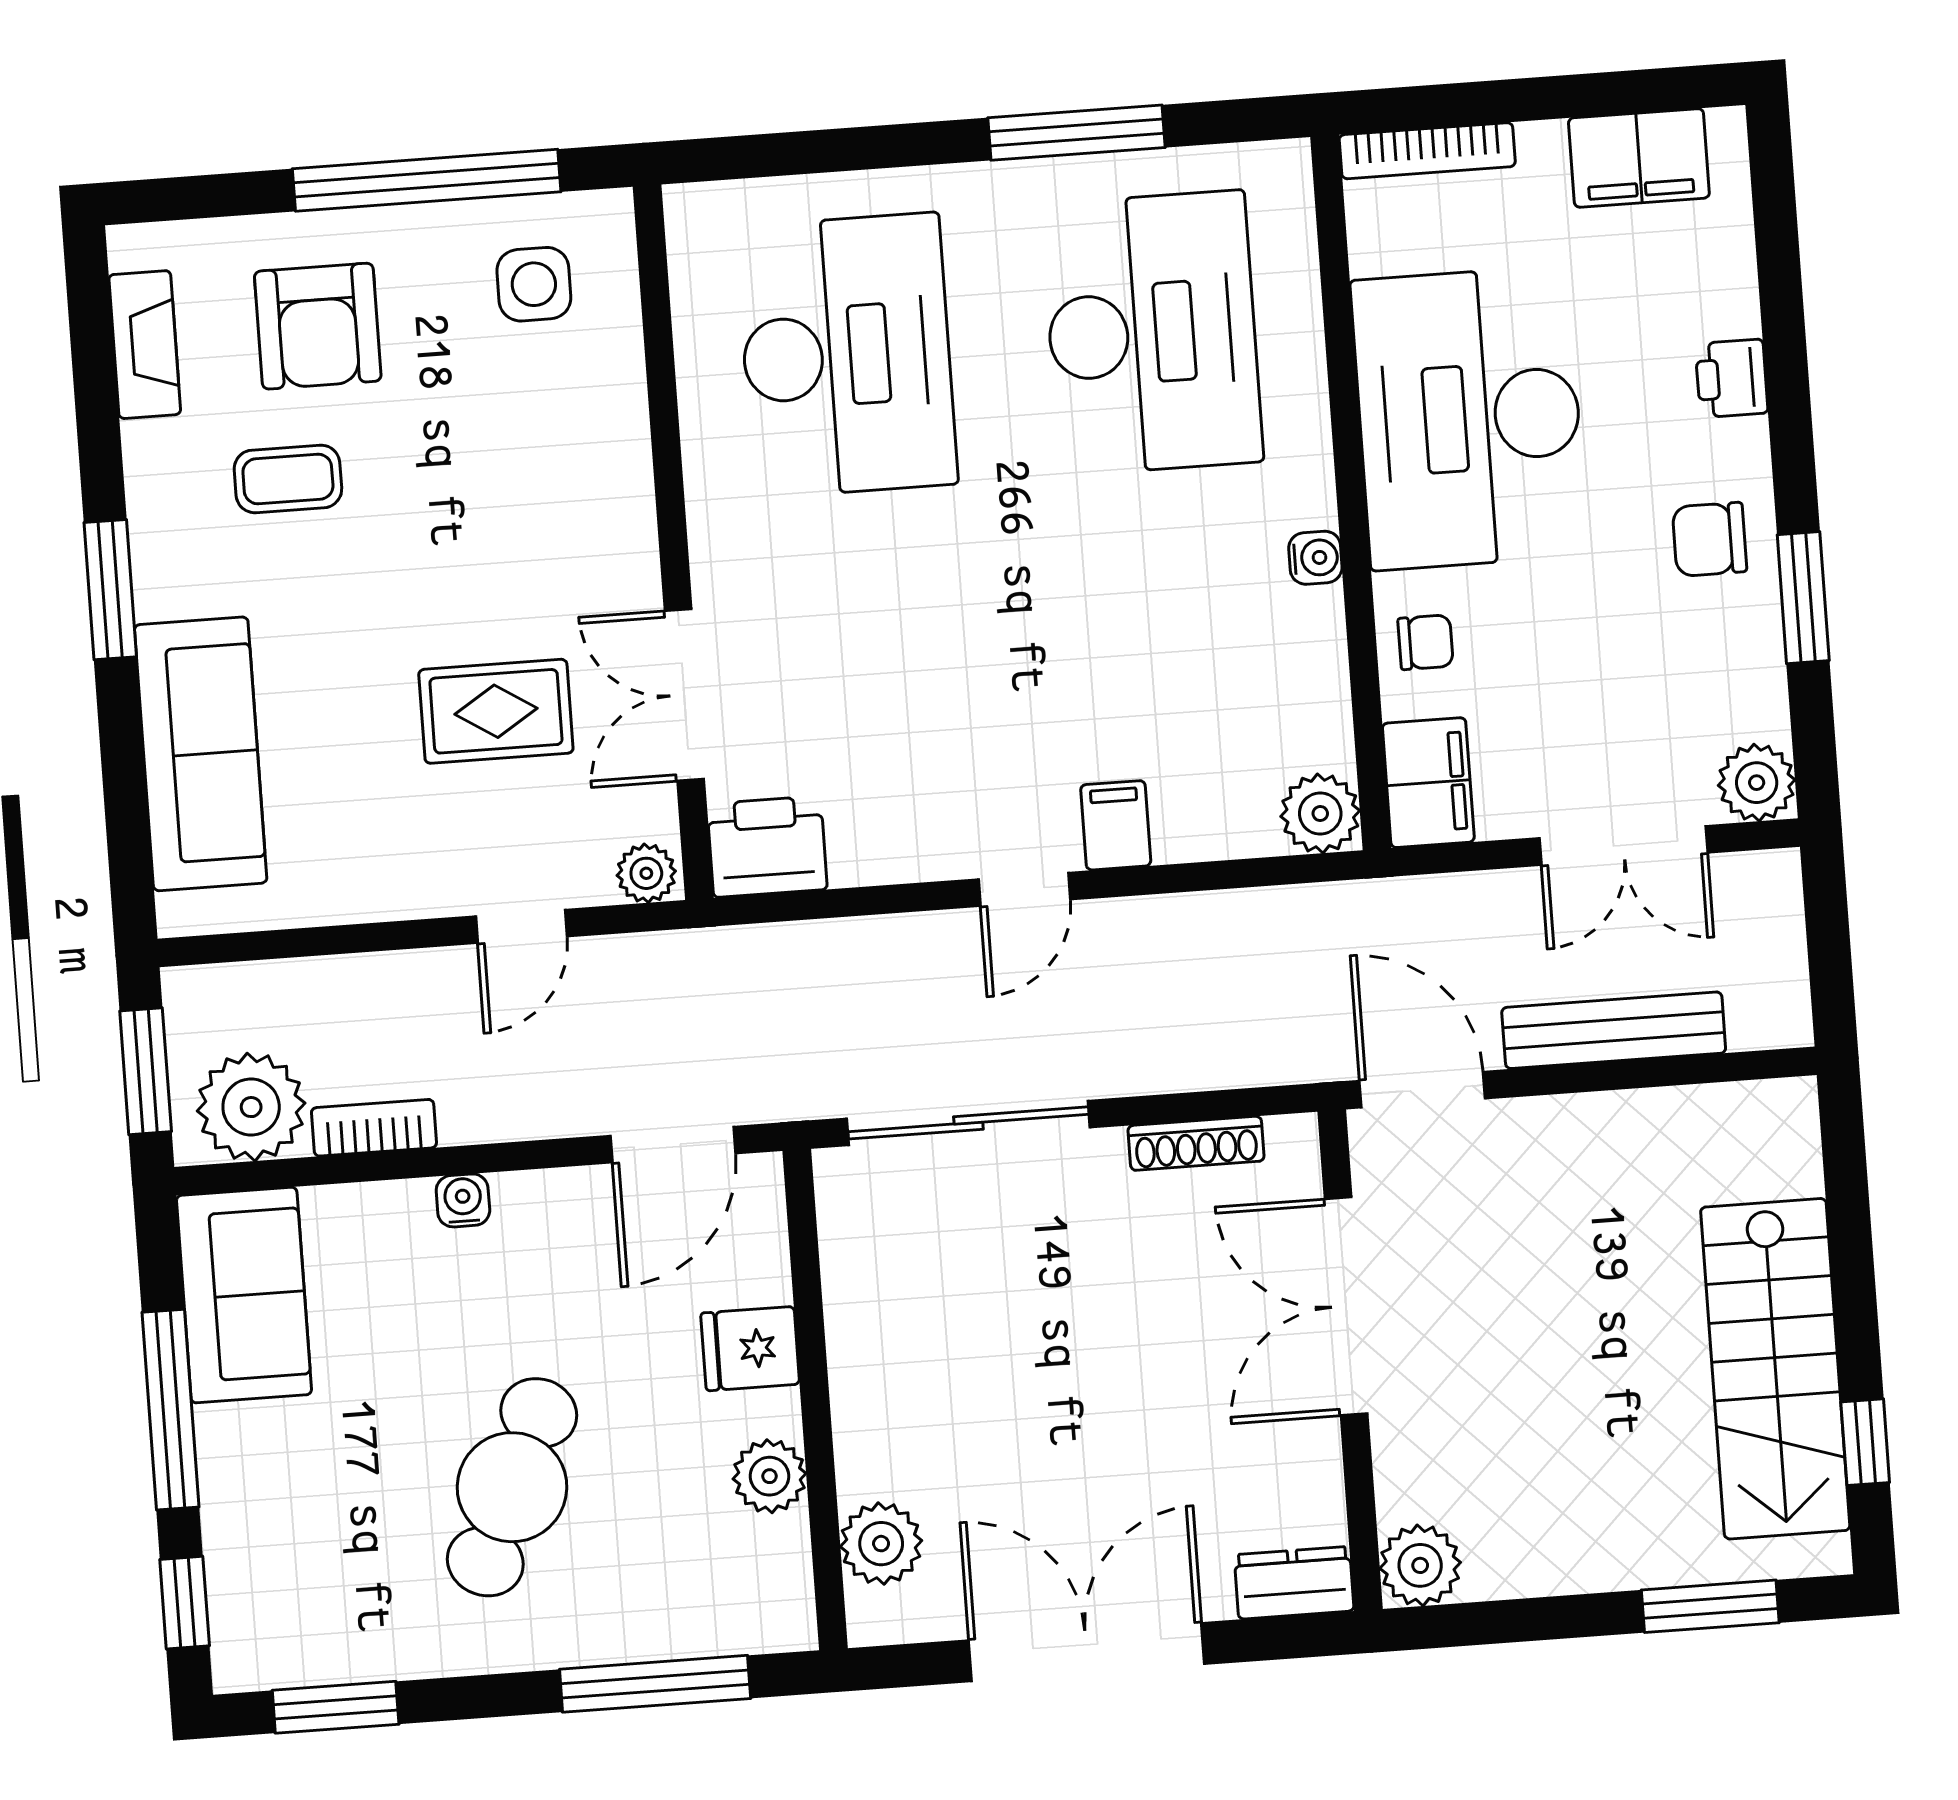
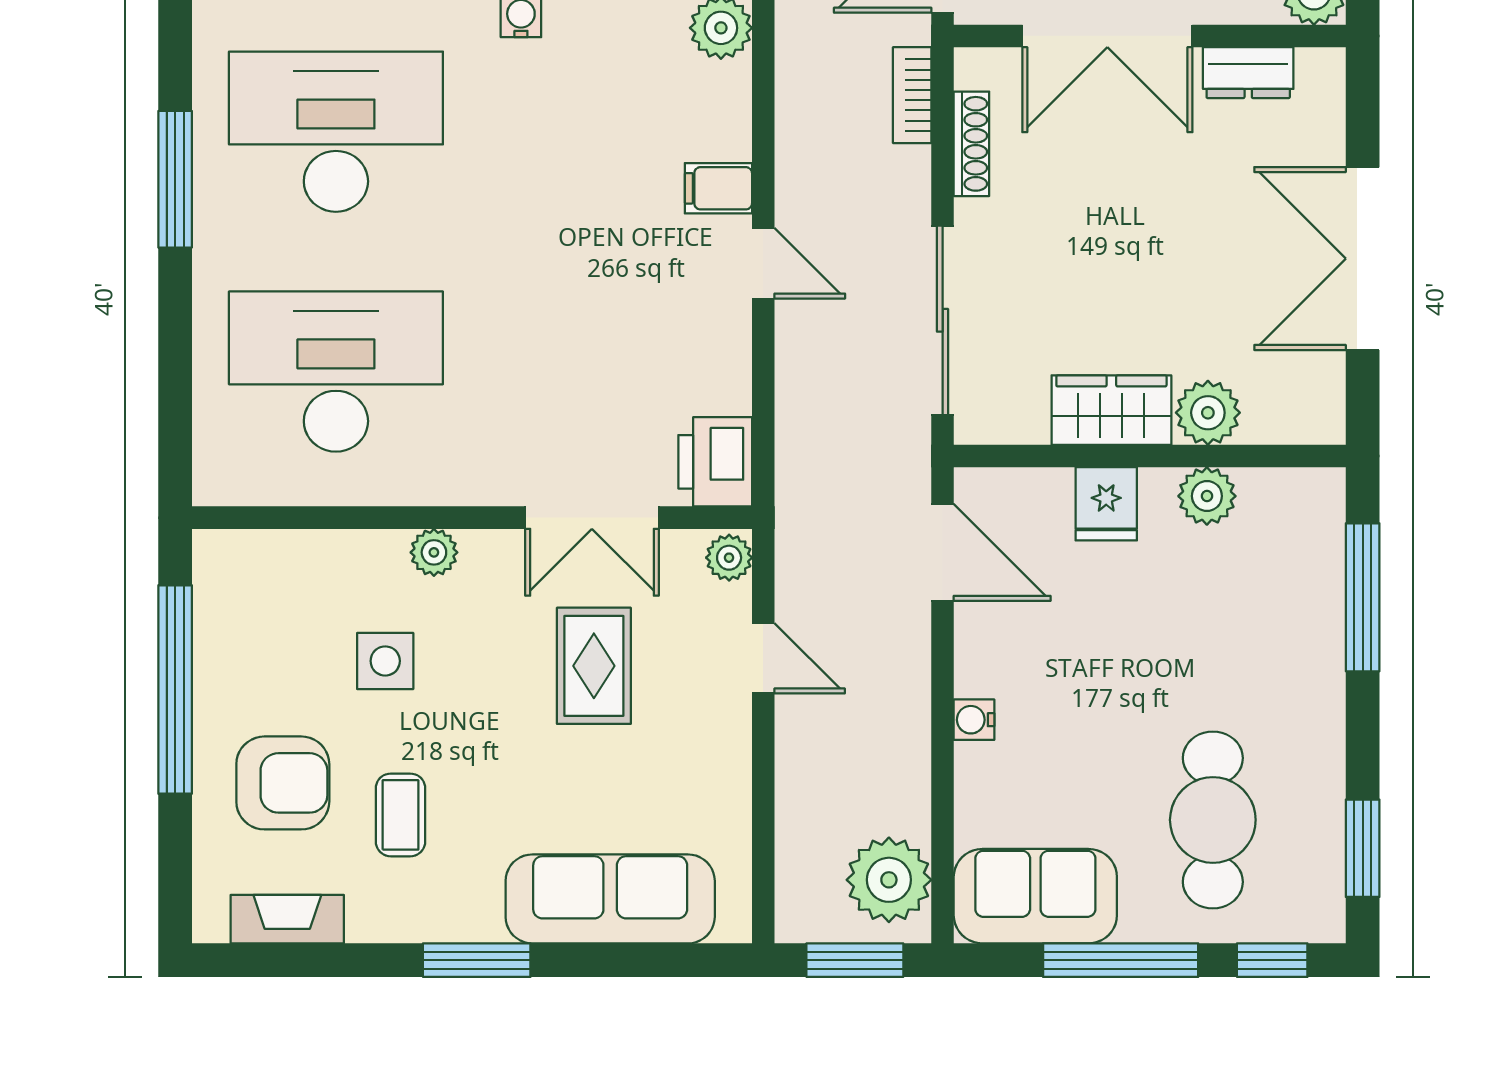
side table: (534, 284) -> (385, 661), moved
plant: (625, 497) -> (434, 552), added
bookcase: (374, 1128) -> (912, 95), moved
wardrobe: (870, 1346) -> (1111, 410), added
cafe table: (512, 1487) -> (1213, 820), moved, turned 66
plant: (881, 1544) -> (1208, 413), moved
dresser: (1294, 1583) -> (1248, 73), moved, turned -90

